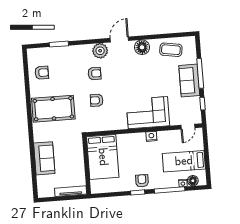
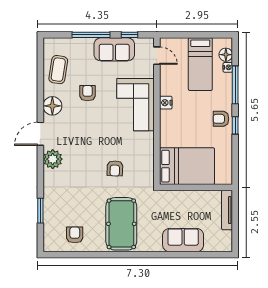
door: (119, 39) -> (40, 134), hinge flipped
armchair: (95, 74) -> (88, 93), moved
sofa: (189, 81) -> (114, 49), moved

